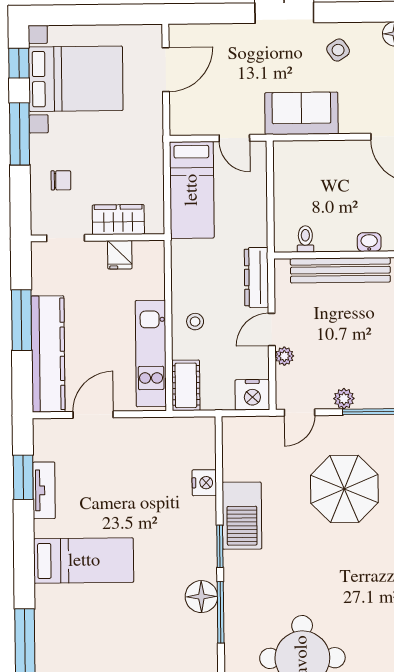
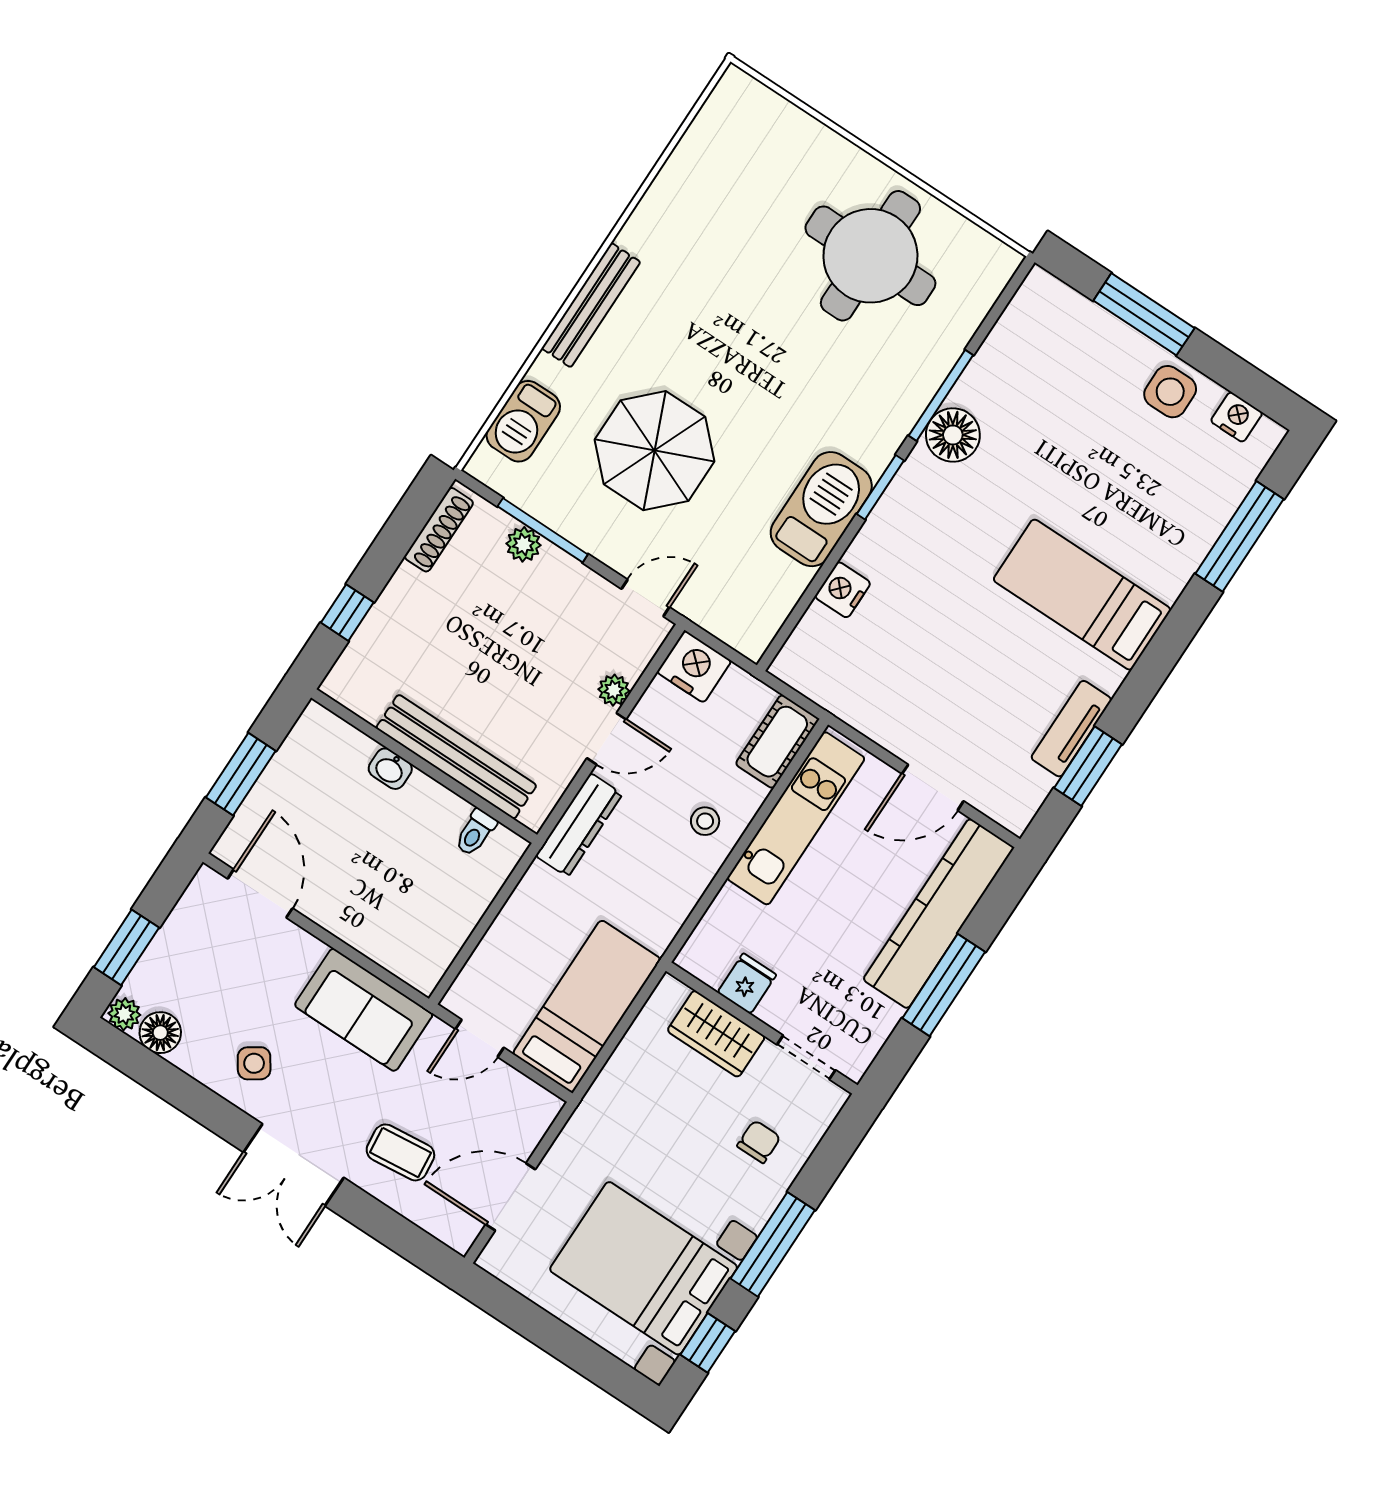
coffee table: (235, 55) -> (400, 1152), added
door: (234, 138) -> (480, 1038), swing flipped
chair: (61, 180) -> (759, 1142), turned 90
plant: (344, 399) -> (523, 544), moved

